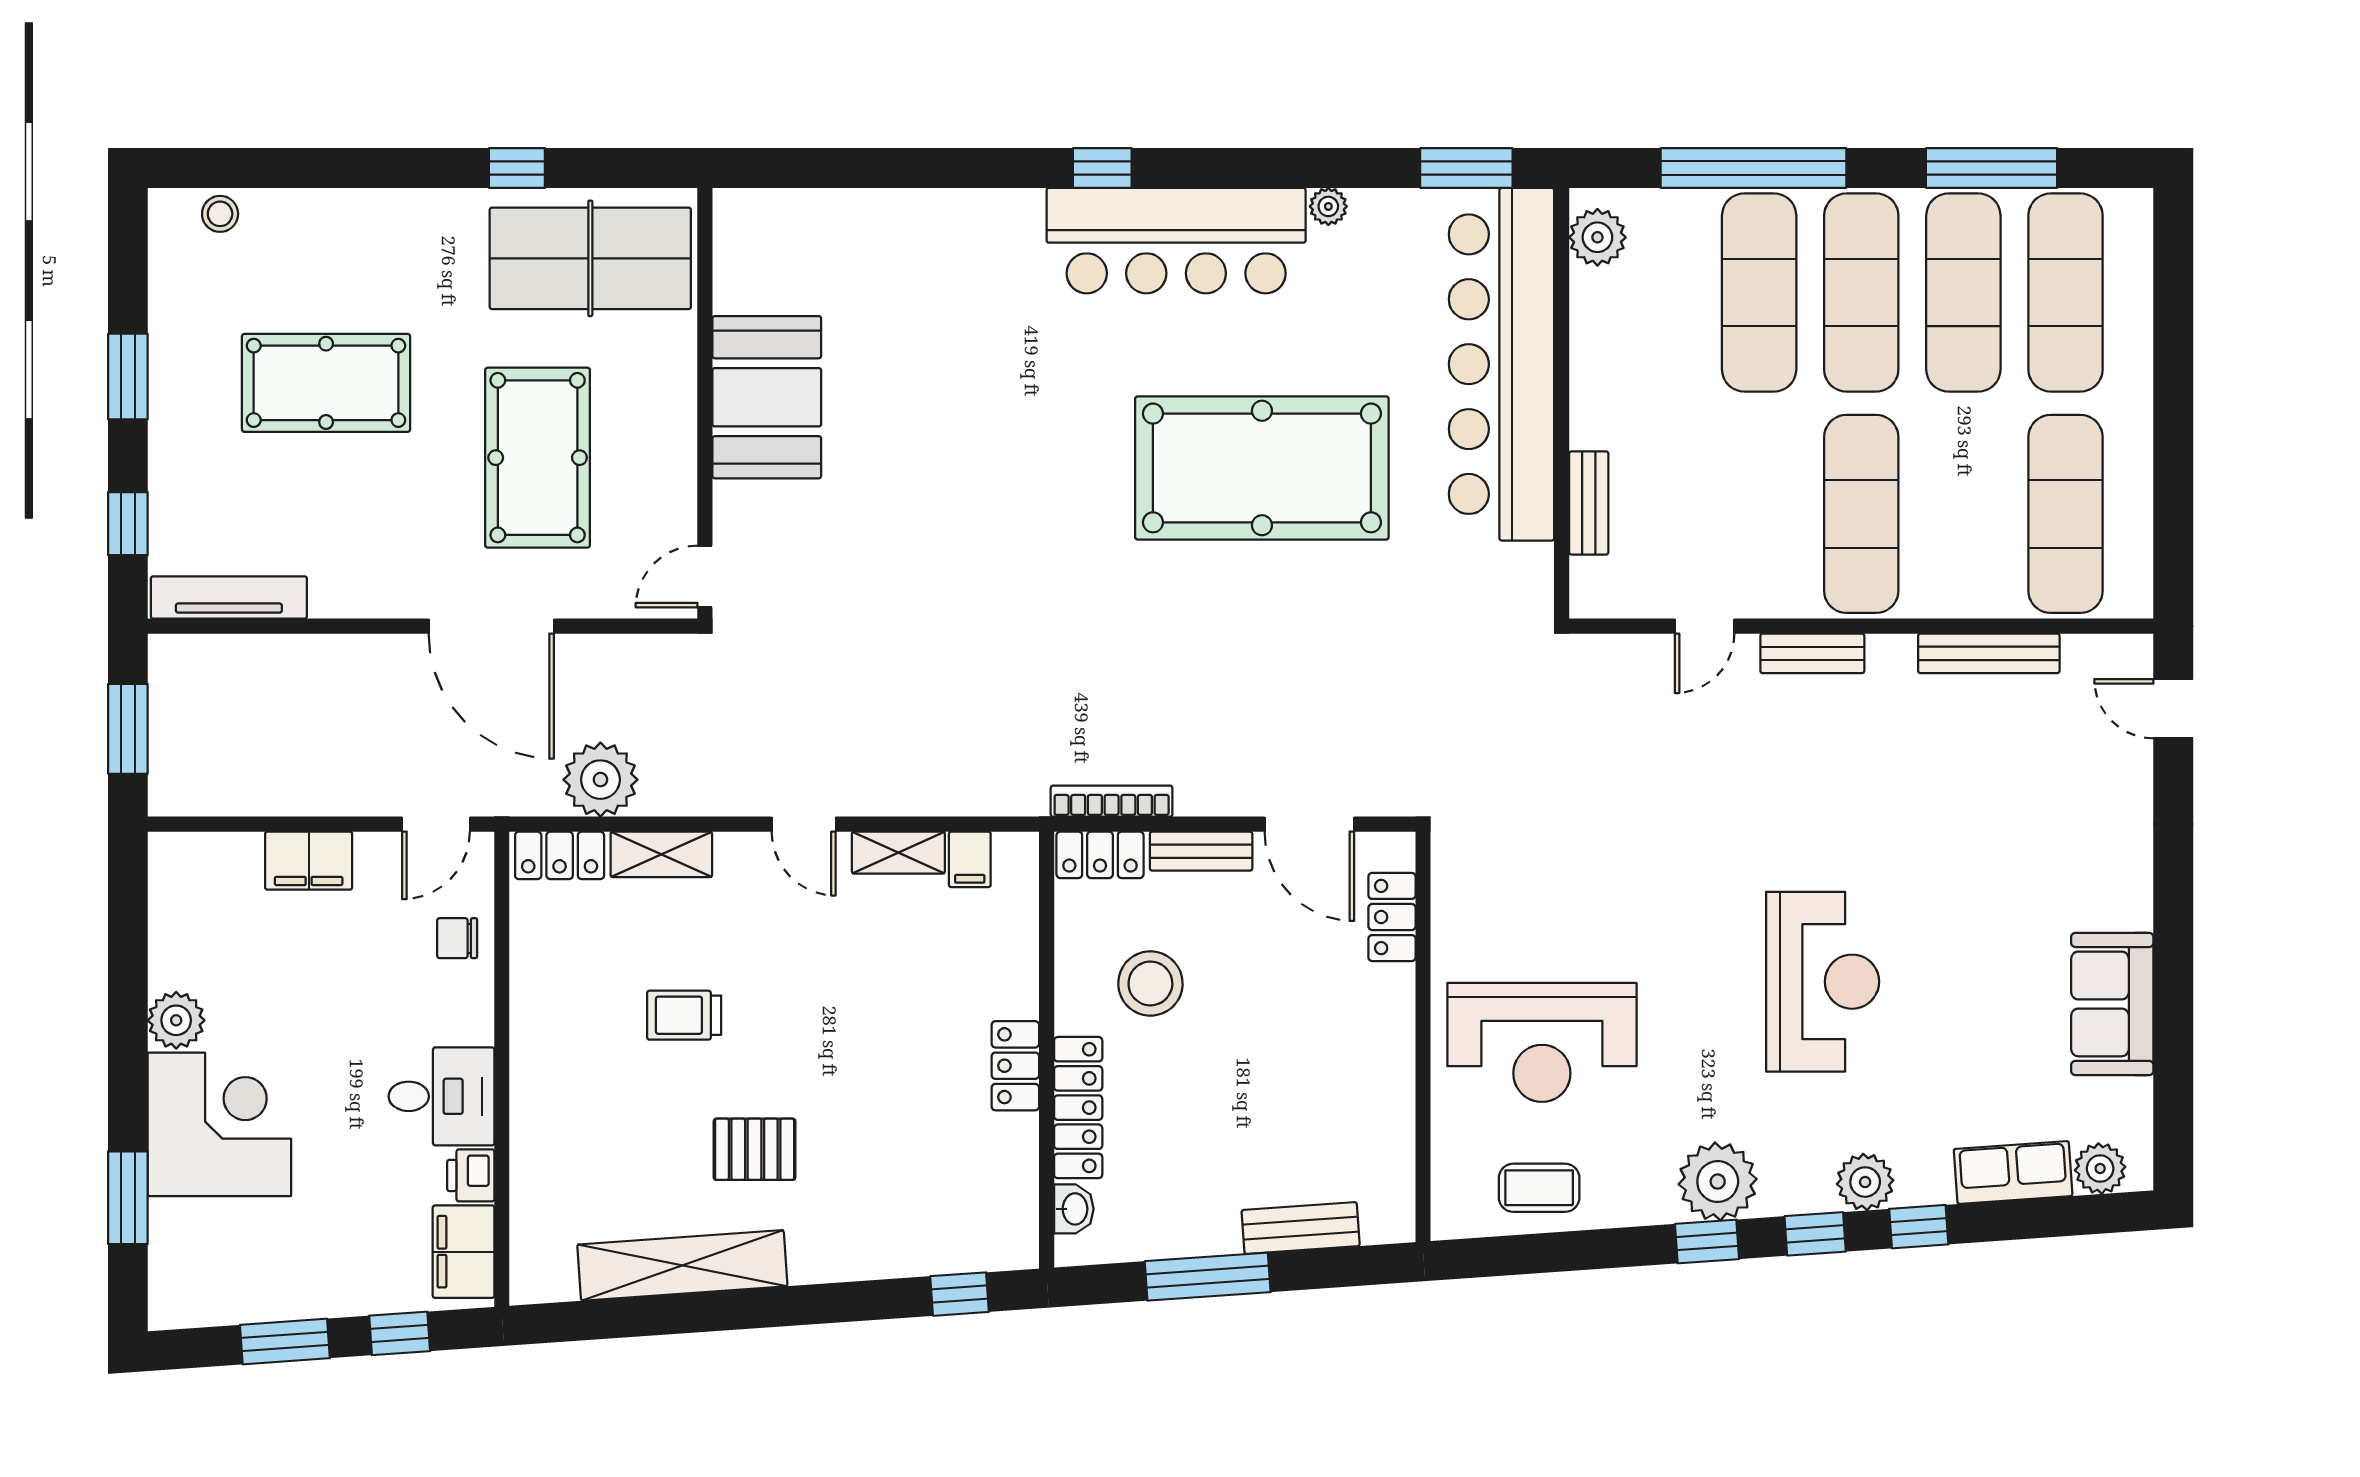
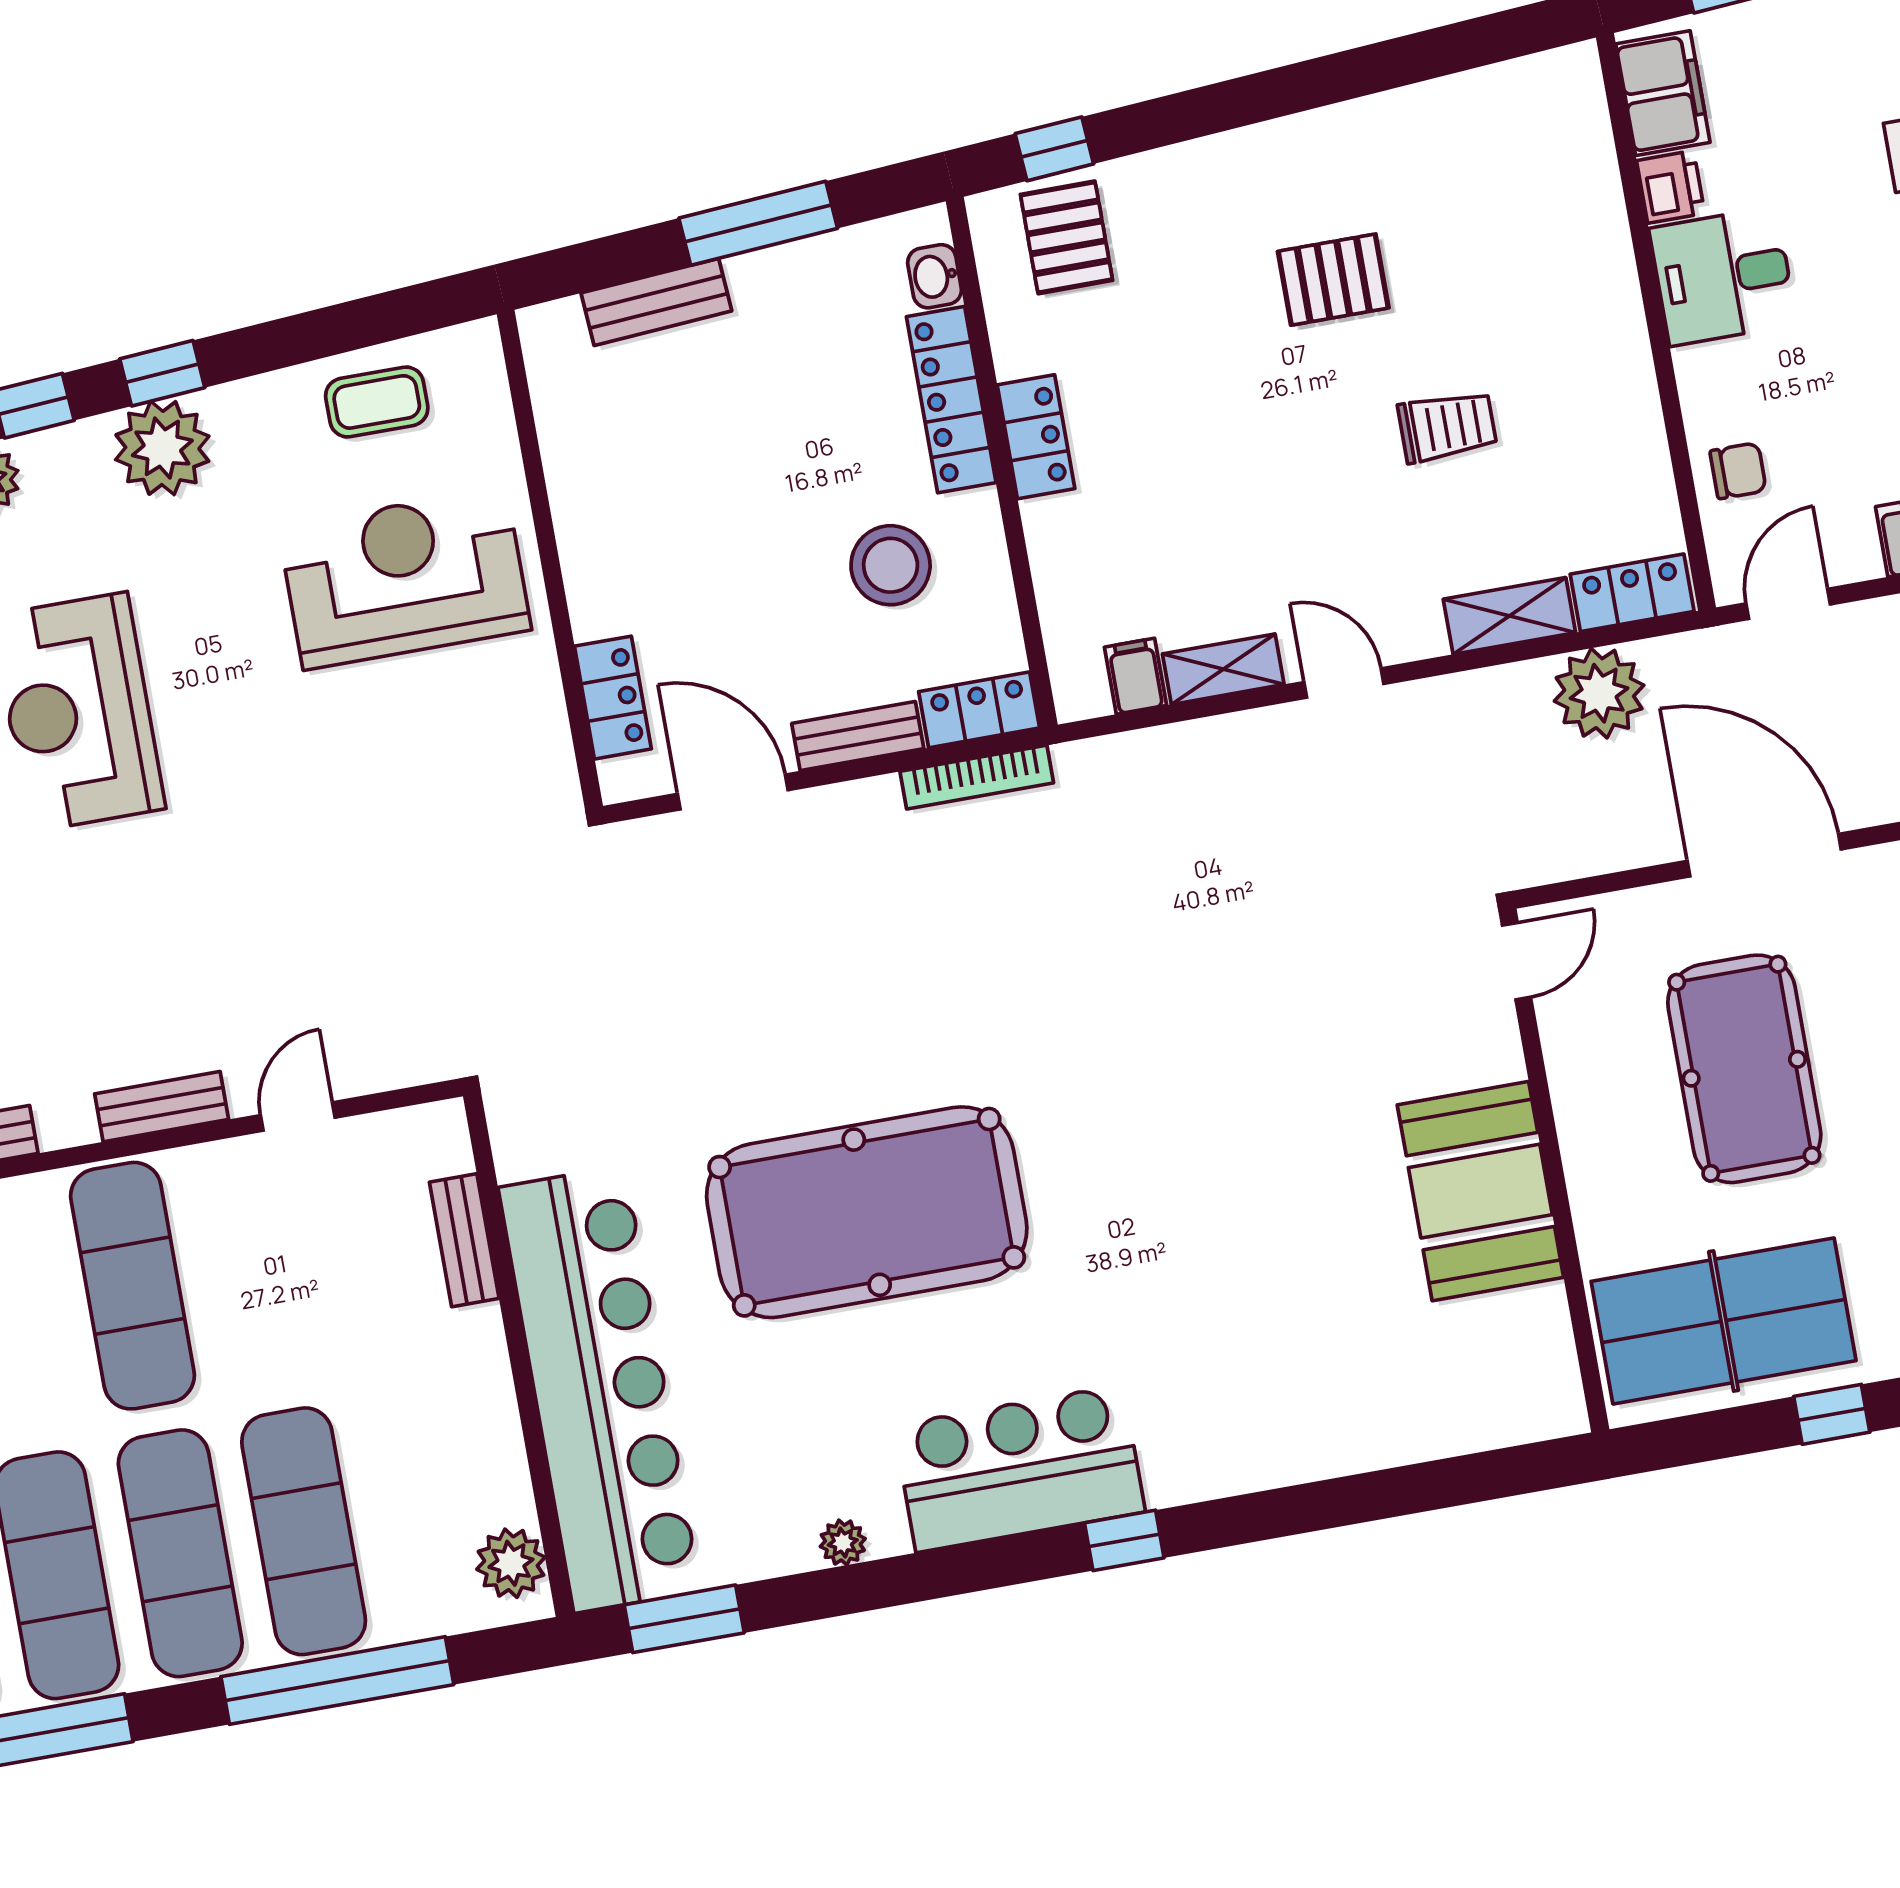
bar counter: (1176, 241) -> (1019, 1469), width x0.73
pallet: (962, 1221) -> (1067, 237), added
shelving: (682, 1265) -> (1395, 124), removed

